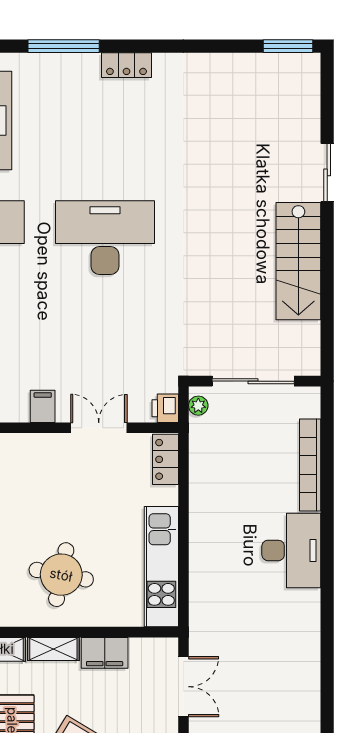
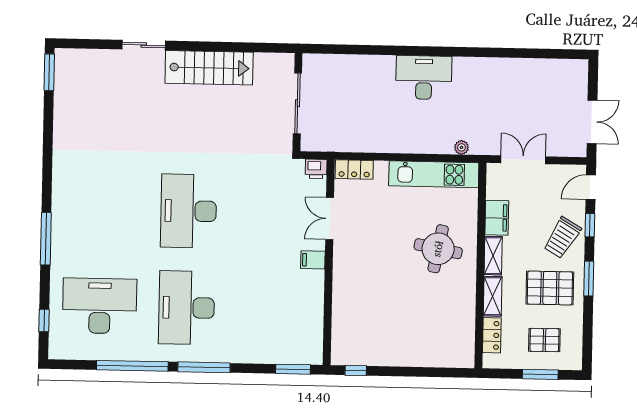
locker: (126, 65) -> (61, 192), removed
plant: (198, 406) -> (462, 147), moved
bookcase: (310, 465) -> (361, 62), removed

